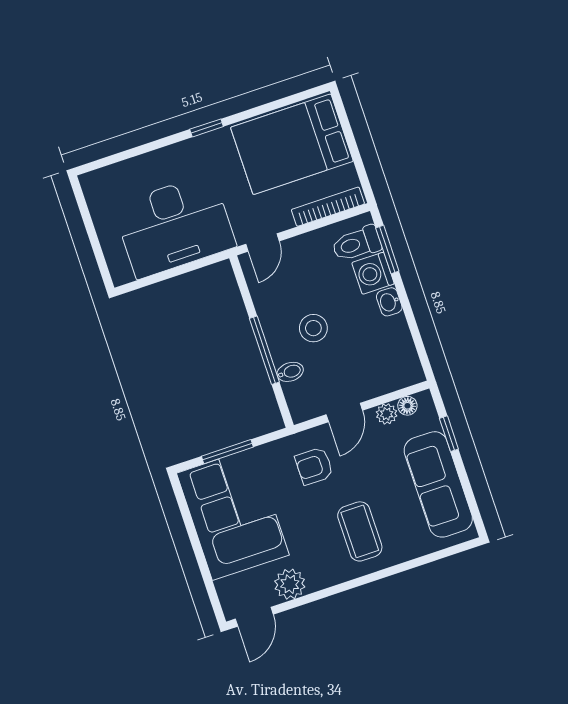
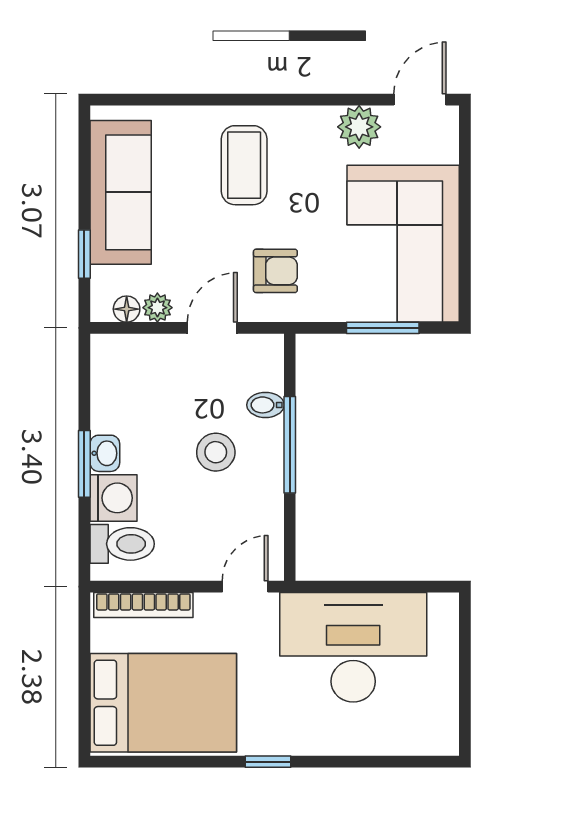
window: (387, 250) -> (84, 464), moved

